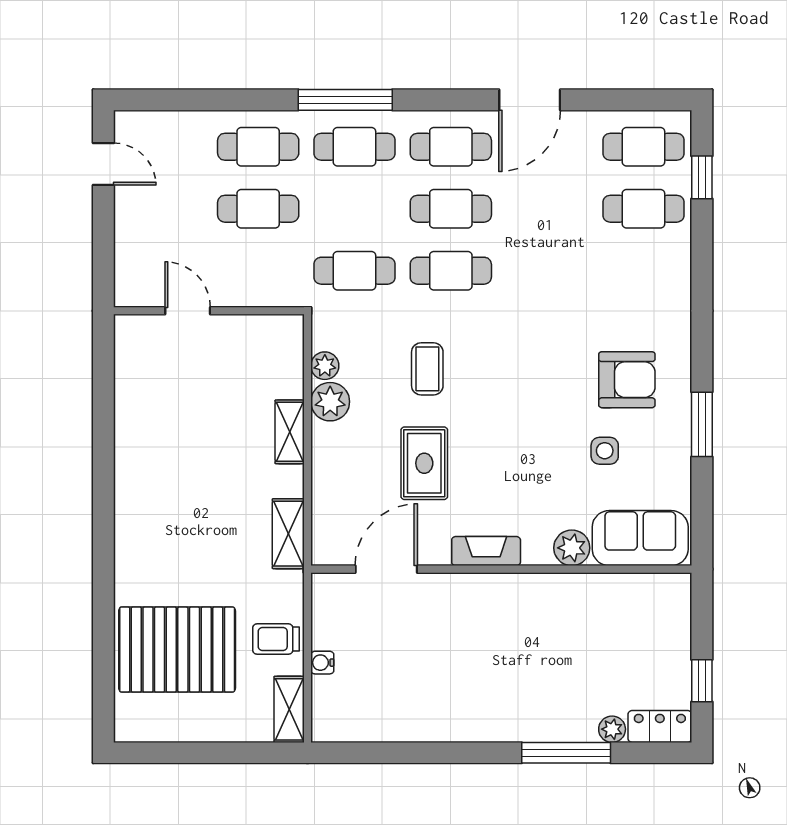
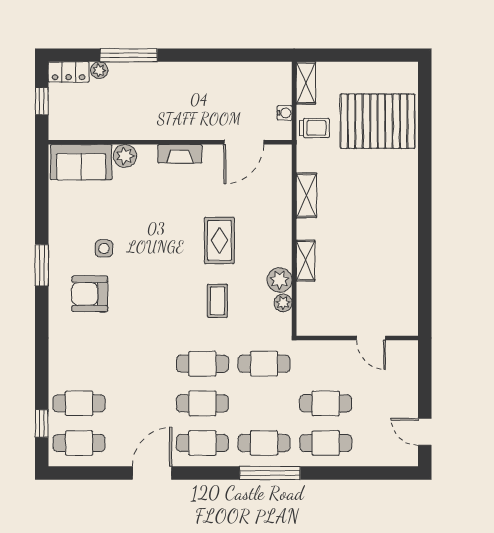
sofa: (640, 538) -> (81, 162), moved
plant: (572, 548) -> (125, 156), moved
fireplace: (486, 551) -> (180, 154), moved
door: (386, 569) -> (244, 142), moved
wall: (501, 569) -> (170, 142), moved

